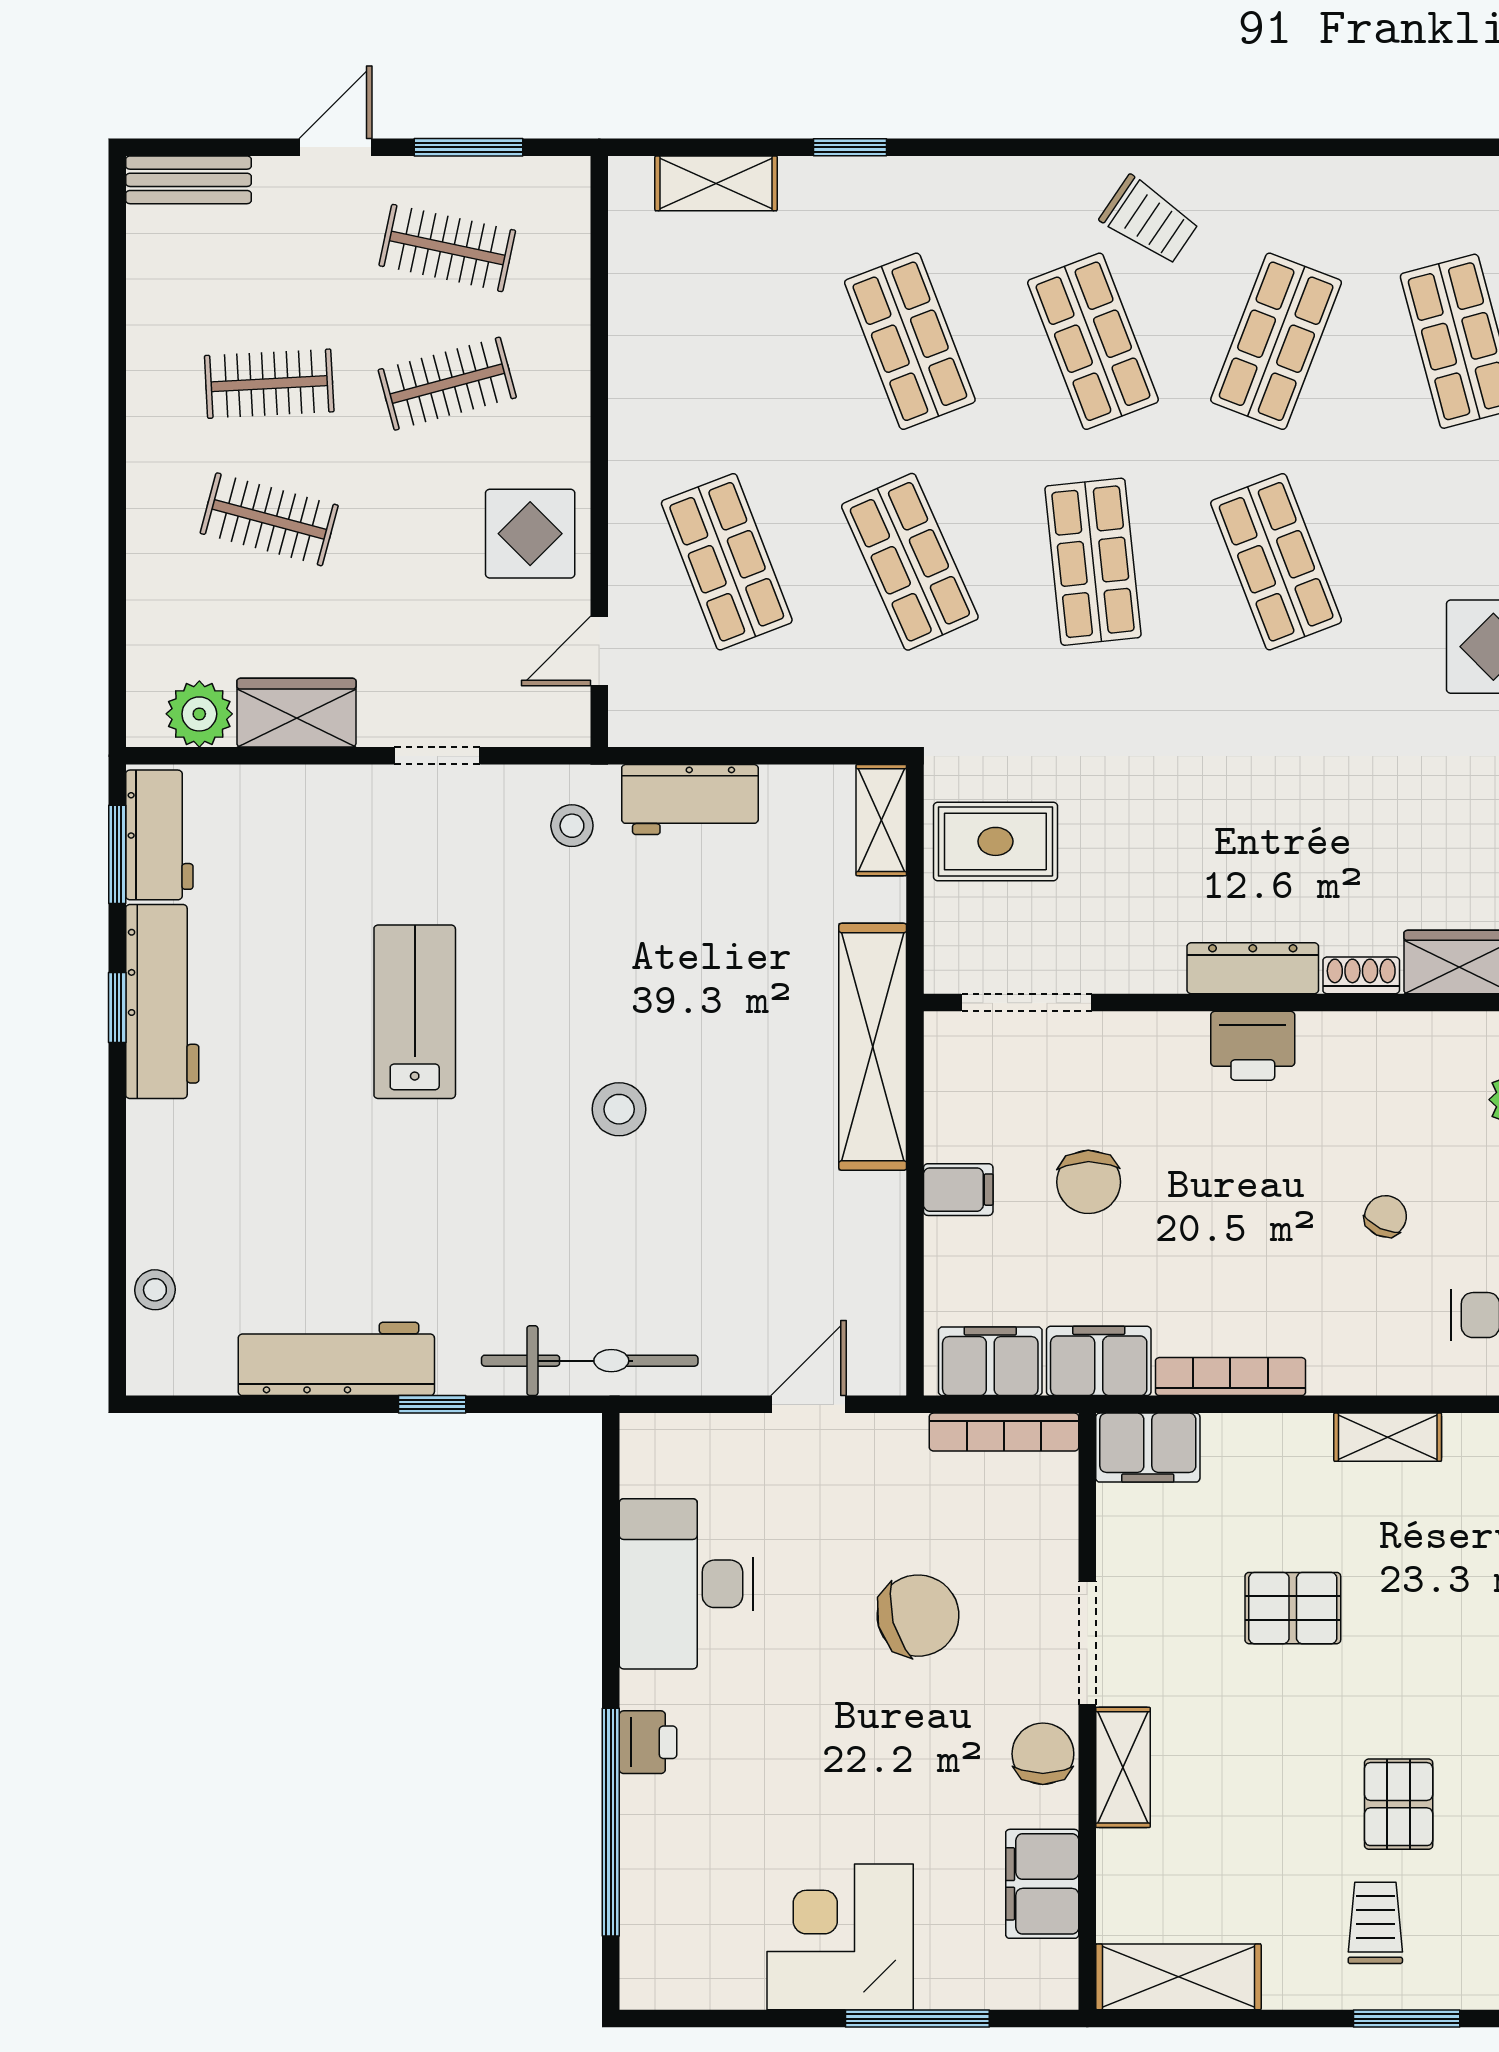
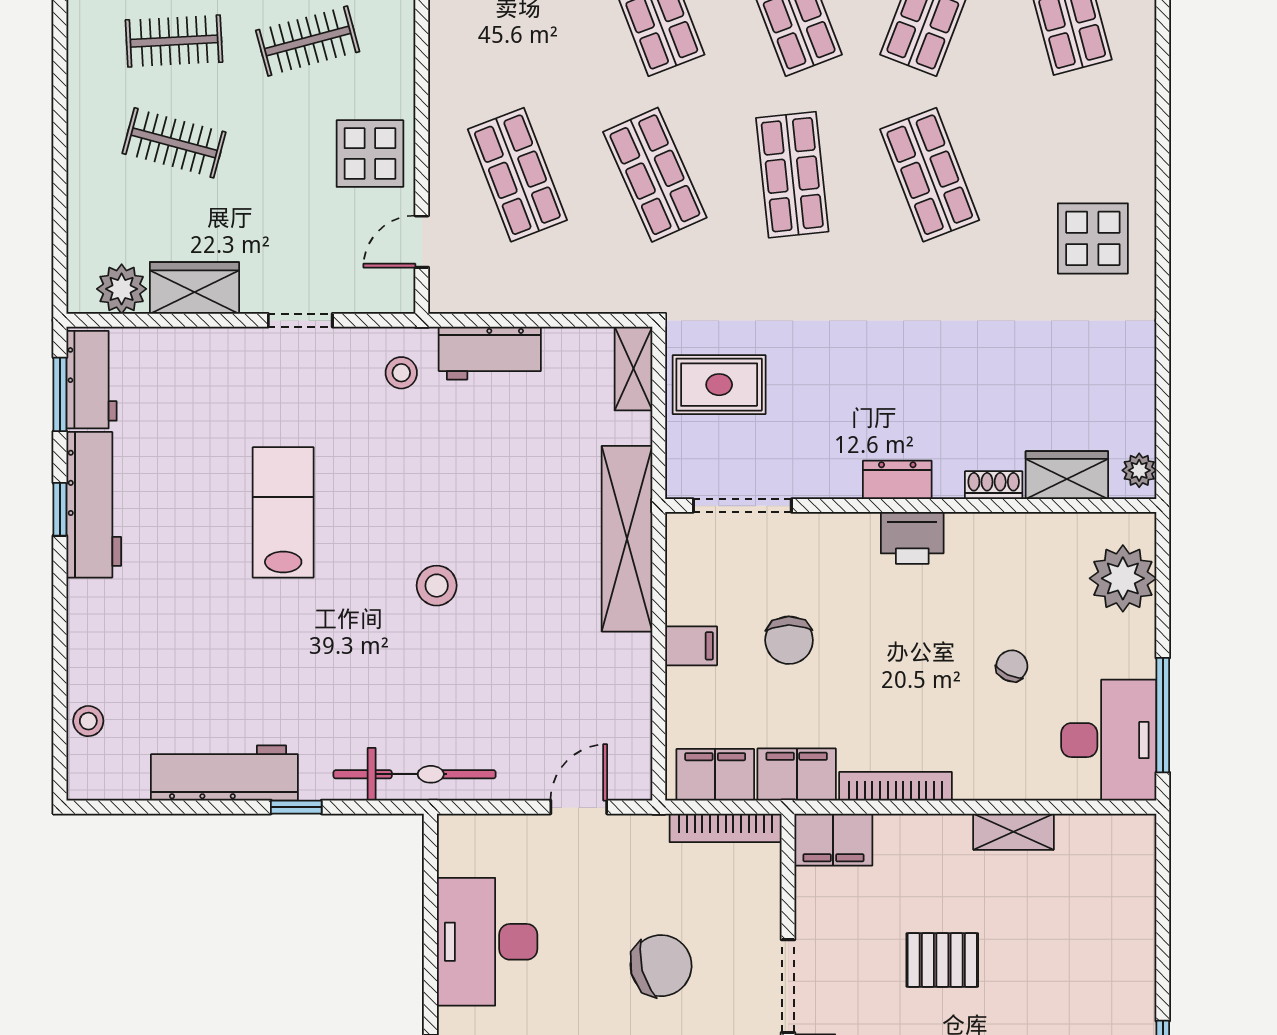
dresser: (1253, 968) -> (897, 480), width x0.70

